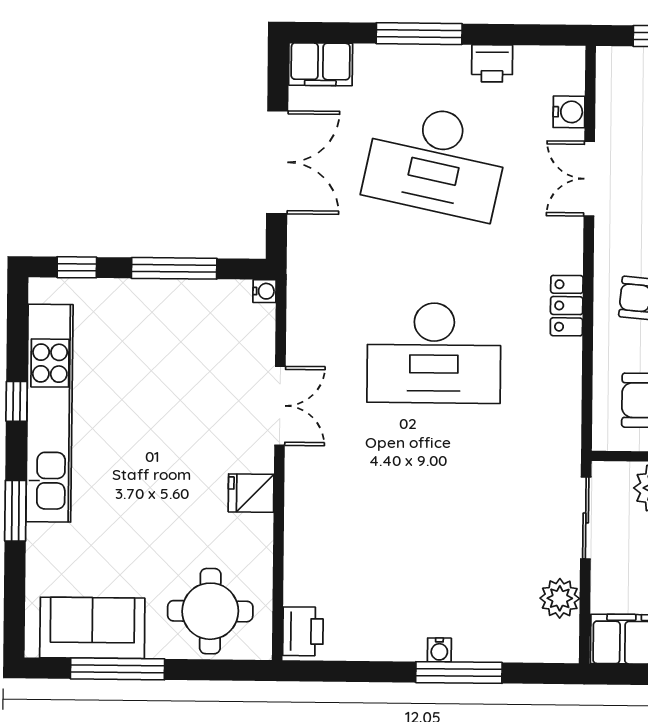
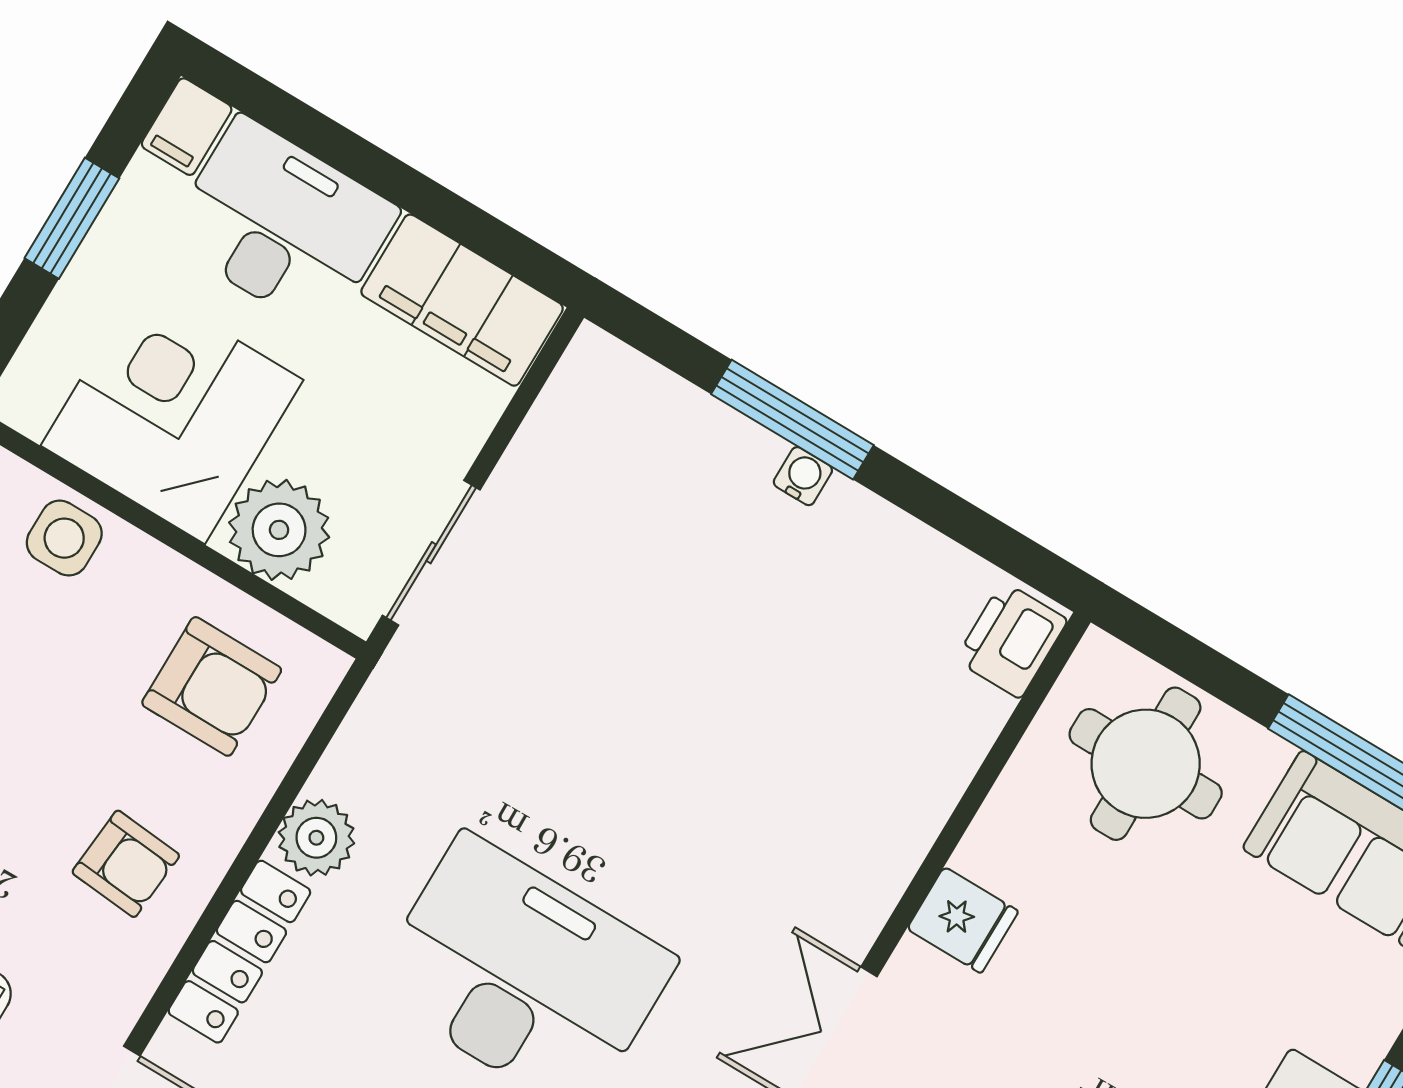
locker: (567, 306) -> (239, 952), width x1.53
plant: (560, 598) -> (316, 838), moved

